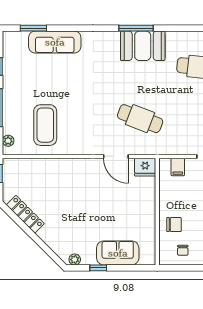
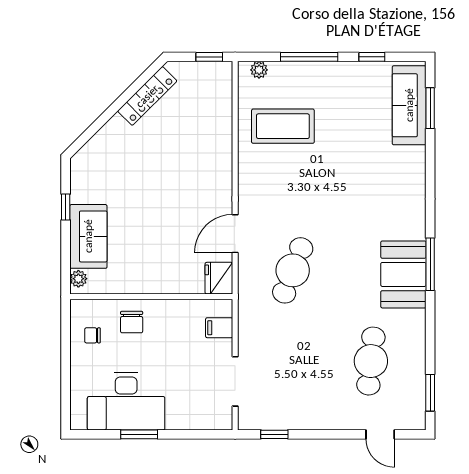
sofa: (55, 42) -> (409, 105), moved
plant: (75, 260) -> (78, 279), moved

